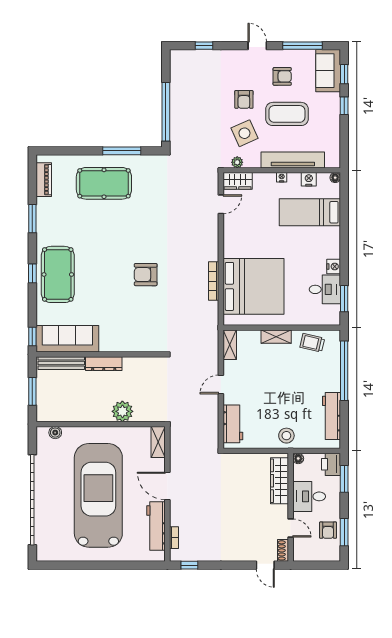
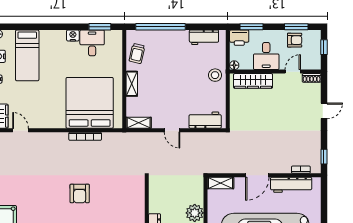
workbench: (331, 416) -> (204, 37), width x0.73
door: (265, 565) -> (324, 111), moved
window: (320, 565) -> (324, 47), added

